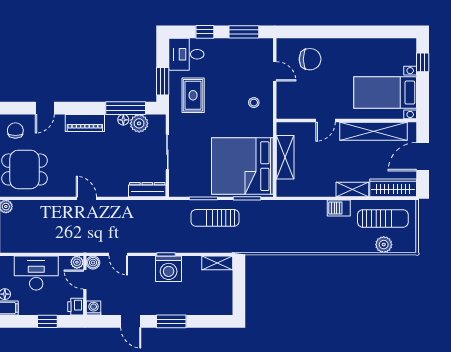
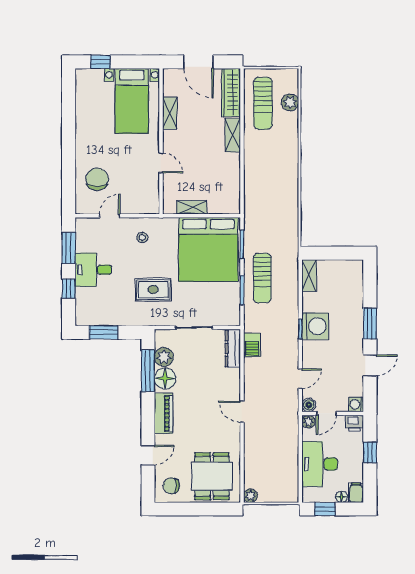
desk: (186, 54) -> (93, 270), moved, turned 90
window: (163, 81) -> (104, 332), moved
rug: (193, 95) -> (153, 290), moved
door: (45, 108) -> (148, 455), hinge flipped
floor lamp: (123, 120) -> (165, 378), width x1.89, depth x1.89
shelving: (373, 131) -> (170, 113), width x0.45, depth x0.75
shelving: (285, 157) -> (192, 207), width x0.67, depth x0.75
door: (86, 198) -> (242, 412), hinge flipped
barbecue: (339, 208) -> (252, 345), moved
sun lounger: (383, 218) -> (263, 103), turned 180

